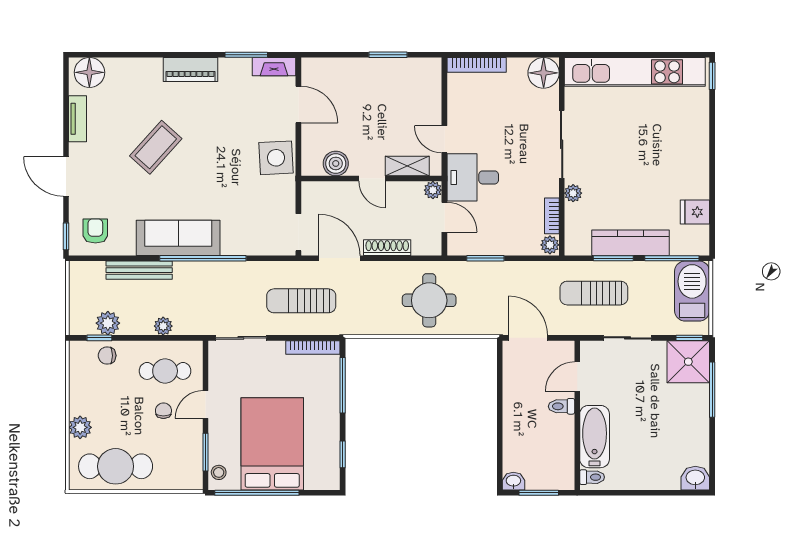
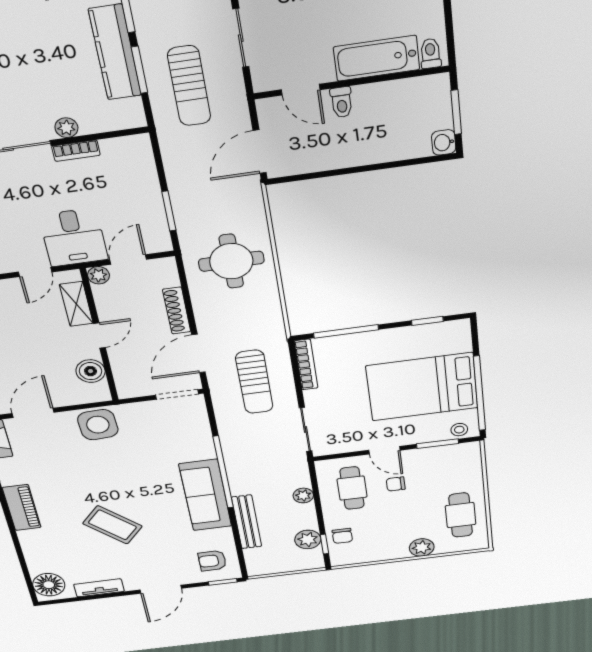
bookcase: (552, 216) -> (76, 151), moved
plant: (550, 245) -> (138, 144), removed
cafe table: (116, 466) -> (461, 515), width x0.73, depth x0.74

